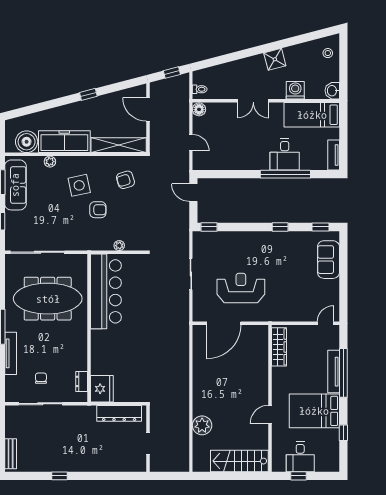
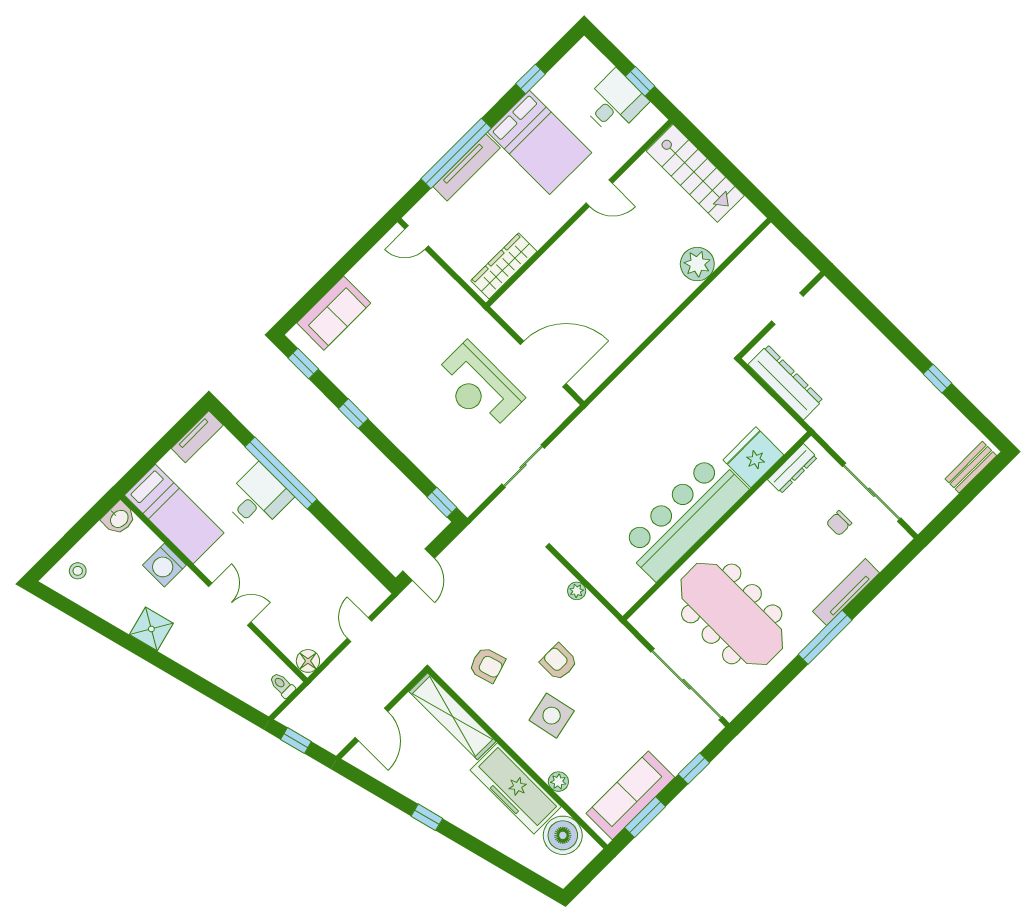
bar counter: (106, 291) -> (684, 517), moved
dresser: (82, 381) -> (792, 469), width x1.44
fridge: (102, 389) -> (753, 457), moved

